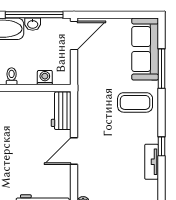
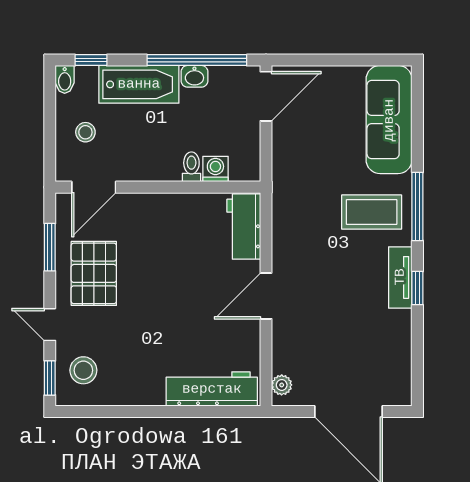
window: (161, 69) -> (417, 206), moved
toilet: (12, 76) -> (191, 167), moved
tv unit: (152, 162) -> (400, 277), moved

